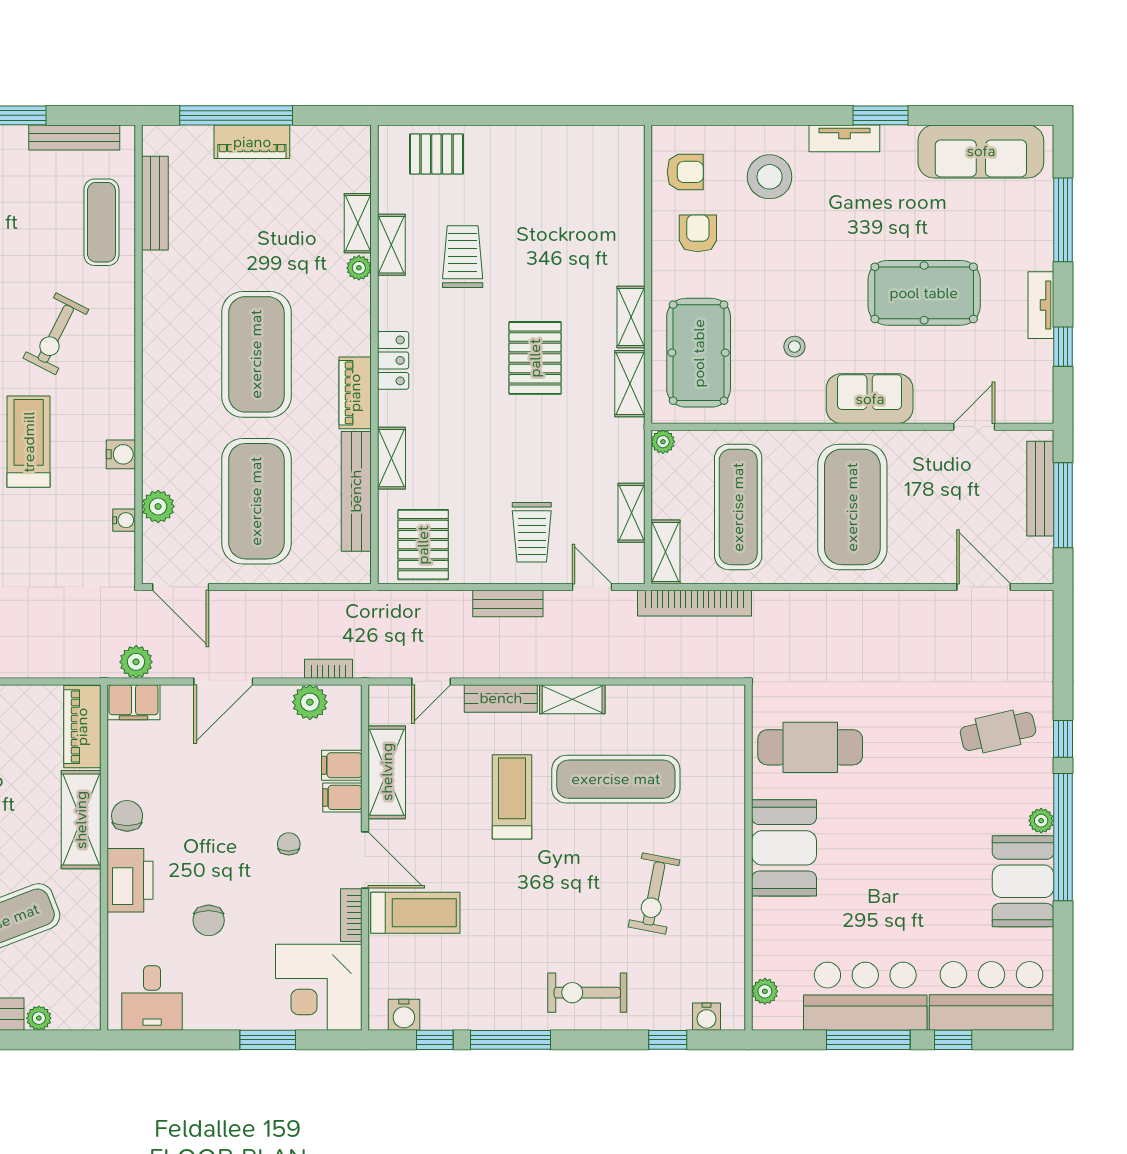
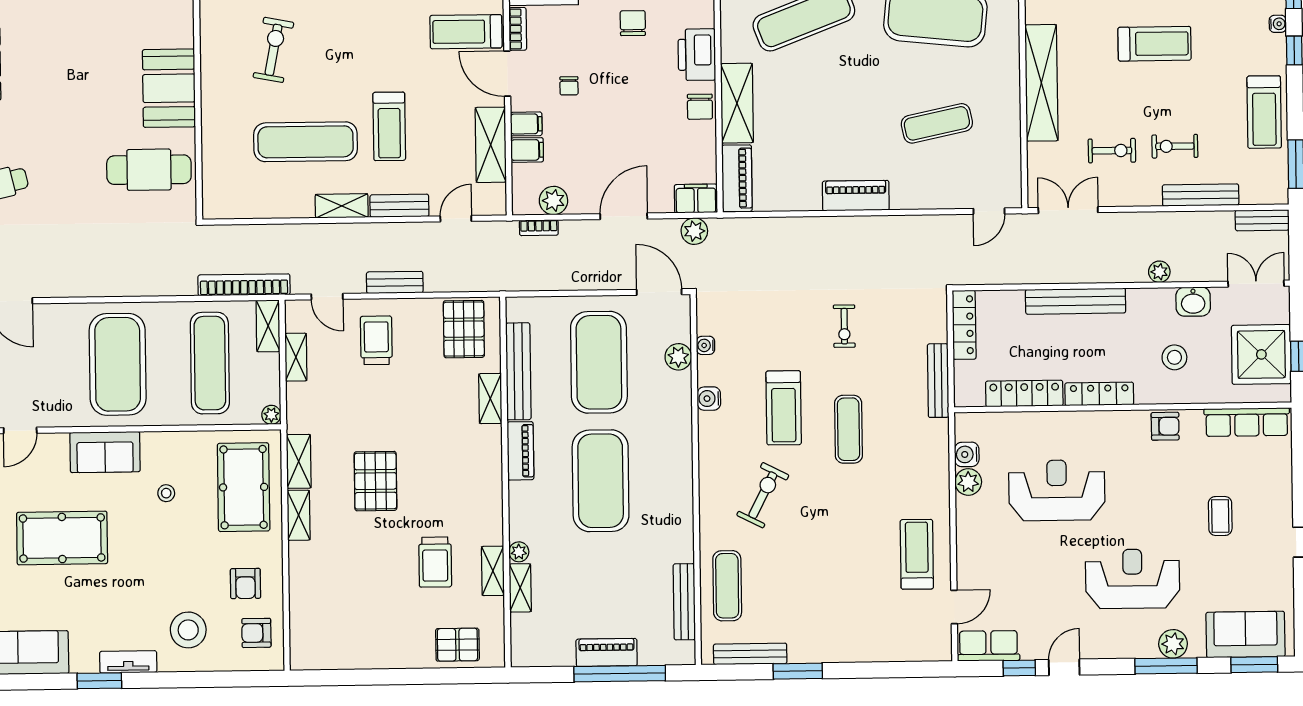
locker: (393, 360) -> (490, 477), removed

